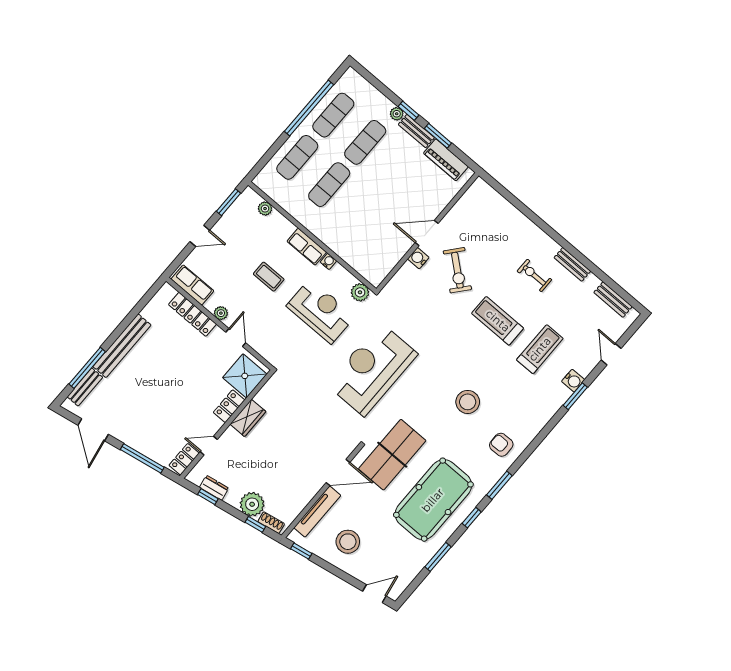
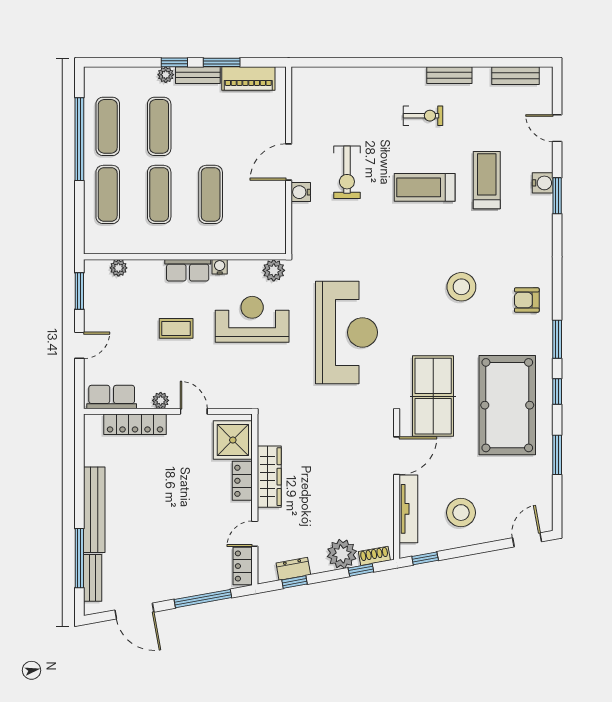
exercise mat: (361, 212) -> (211, 194), added
exercise bike: (457, 270) -> (347, 172), turned 50
exercise bike: (534, 275) -> (423, 116), turned 180
reception desk: (372, 369) -> (346, 332), turned 180
wardrobe: (248, 418) -> (269, 477), width x1.50

